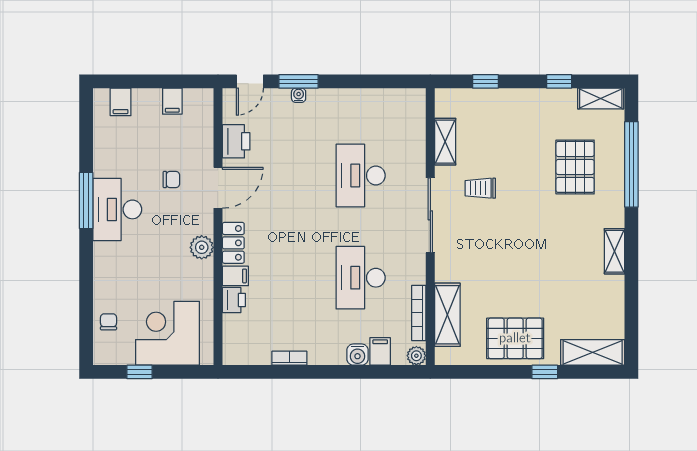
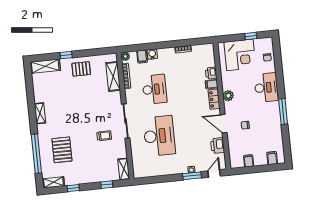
shelving: (445, 142) -> (124, 169), moved
desk: (361, 175) -> (159, 136), width x1.36, depth x1.30
door: (218, 188) -> (224, 124), hinge flipped
desk: (117, 209) -> (266, 88), moved
pallet: (515, 338) -> (81, 69), width x0.67, depth x0.71

